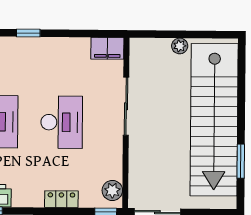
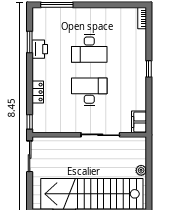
desk: (62, 122) -> (89, 92), turned 180
plant: (112, 190) -> (44, 126), removed

